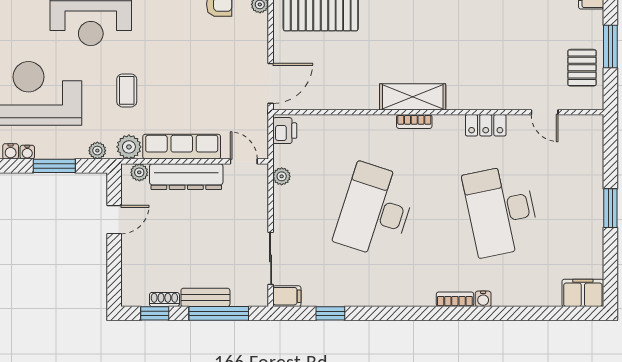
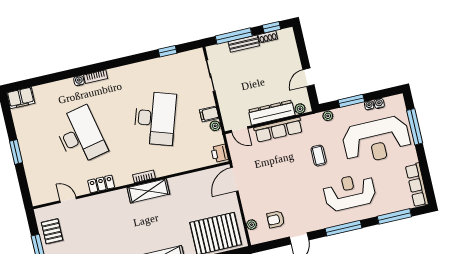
plant: (129, 147) -> (310, 122), removed
filing cabinet: (287, 296) -> (209, 114), moved

